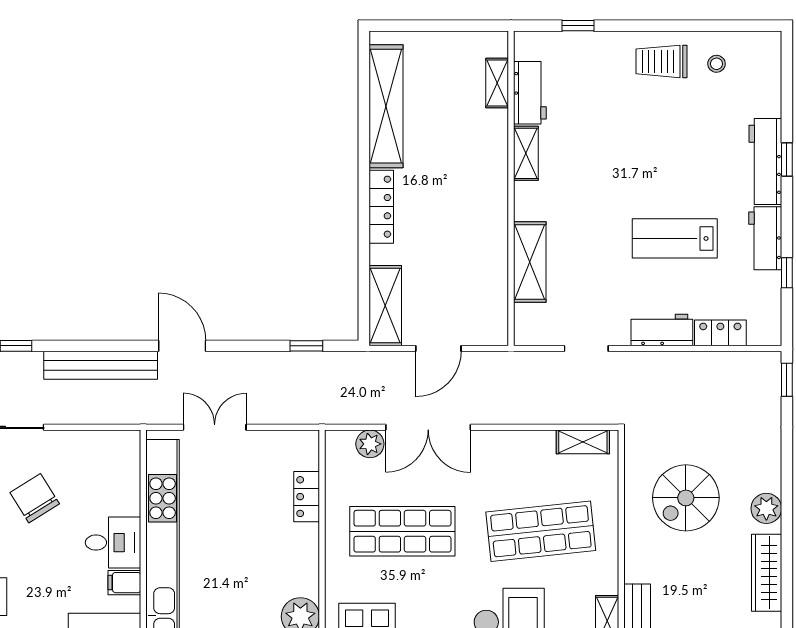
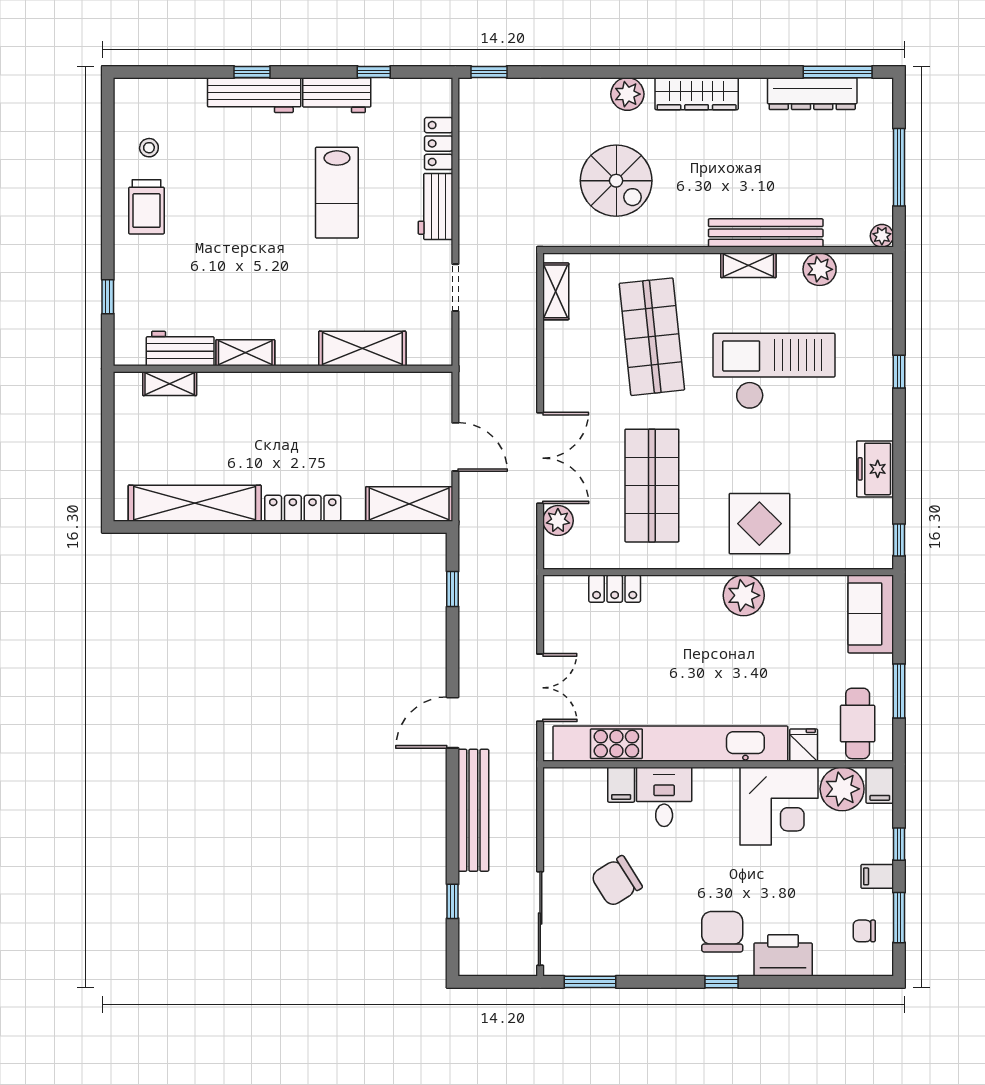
double door: (215, 427) -> (540, 688), swing flipped
filing cabinet: (124, 583) -> (621, 785), moved

